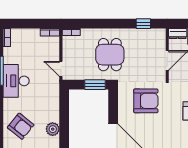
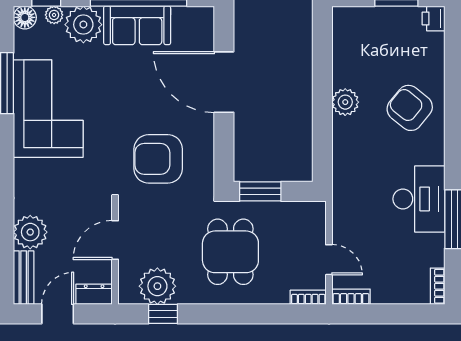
plant: (146, 38) -> (157, 286), added
door: (61, 69) -> (329, 260), moved

